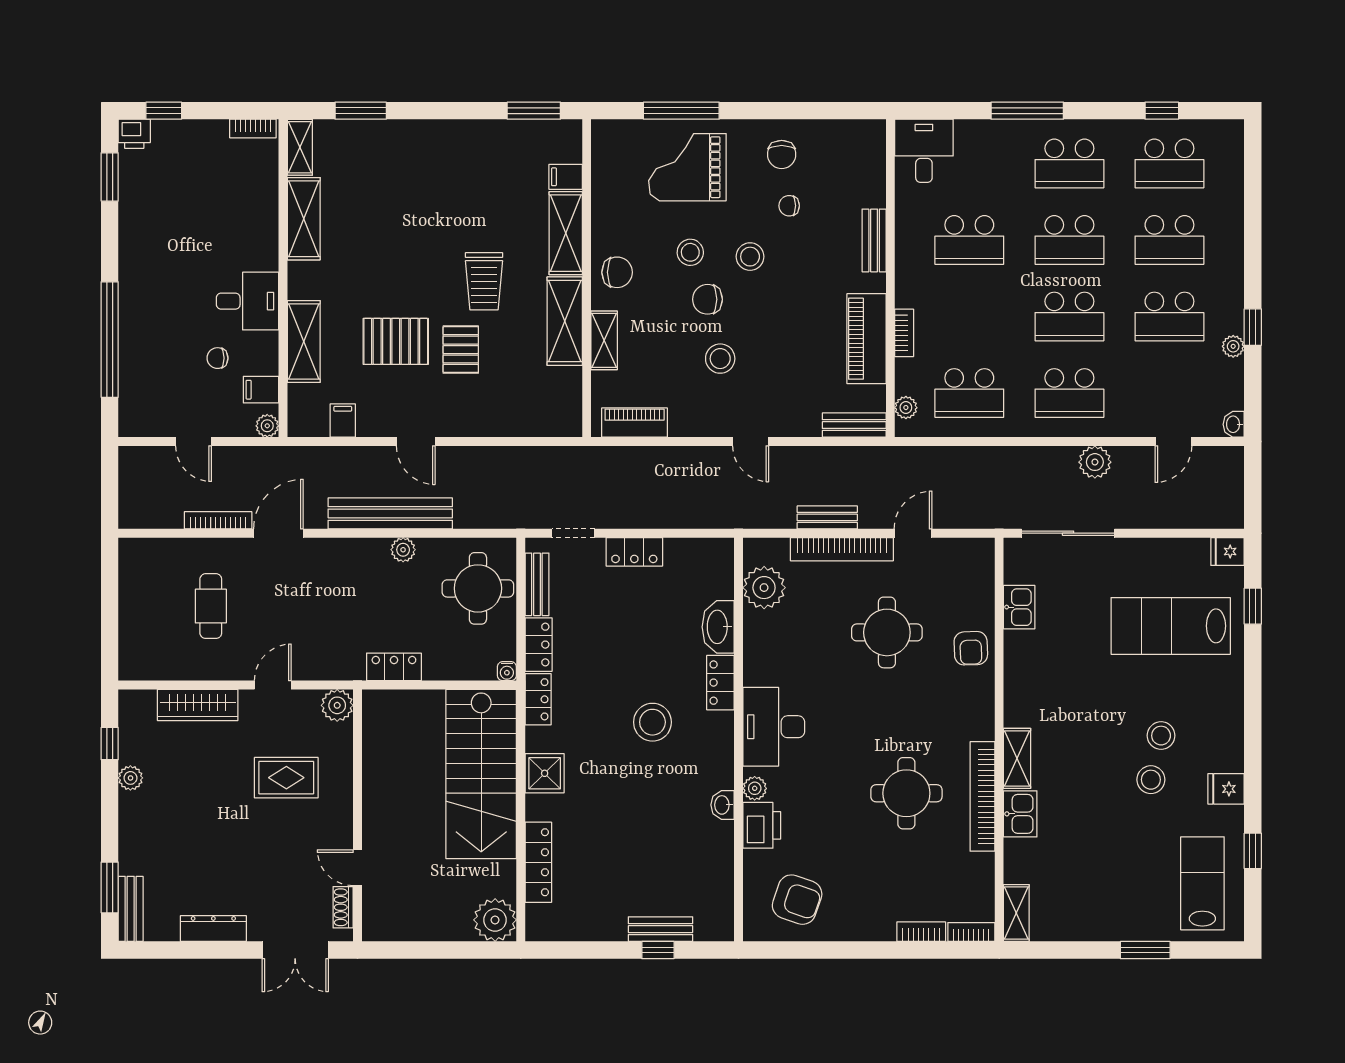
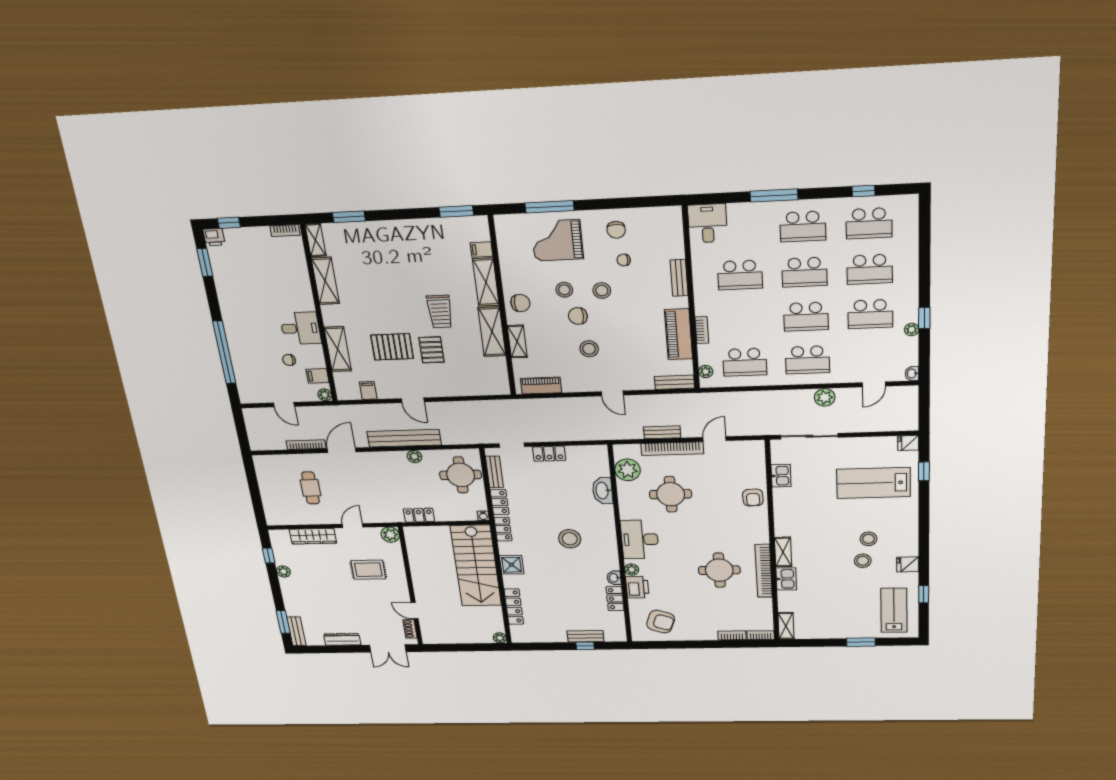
round table: (887, 632) -> (671, 494), moved
locker: (720, 683) -> (615, 599), moved
plant: (495, 920) -> (500, 638), width x0.53, depth x0.53

